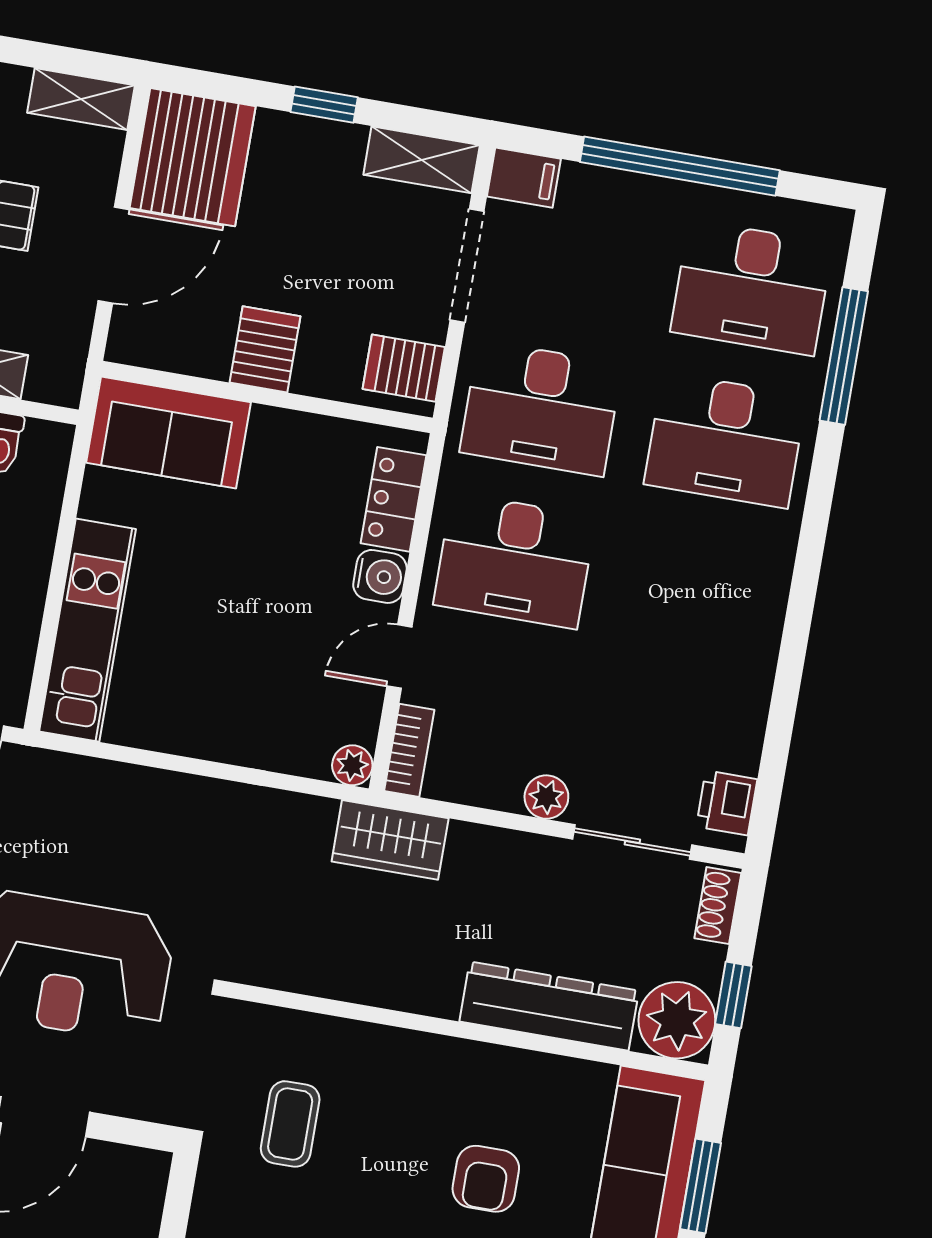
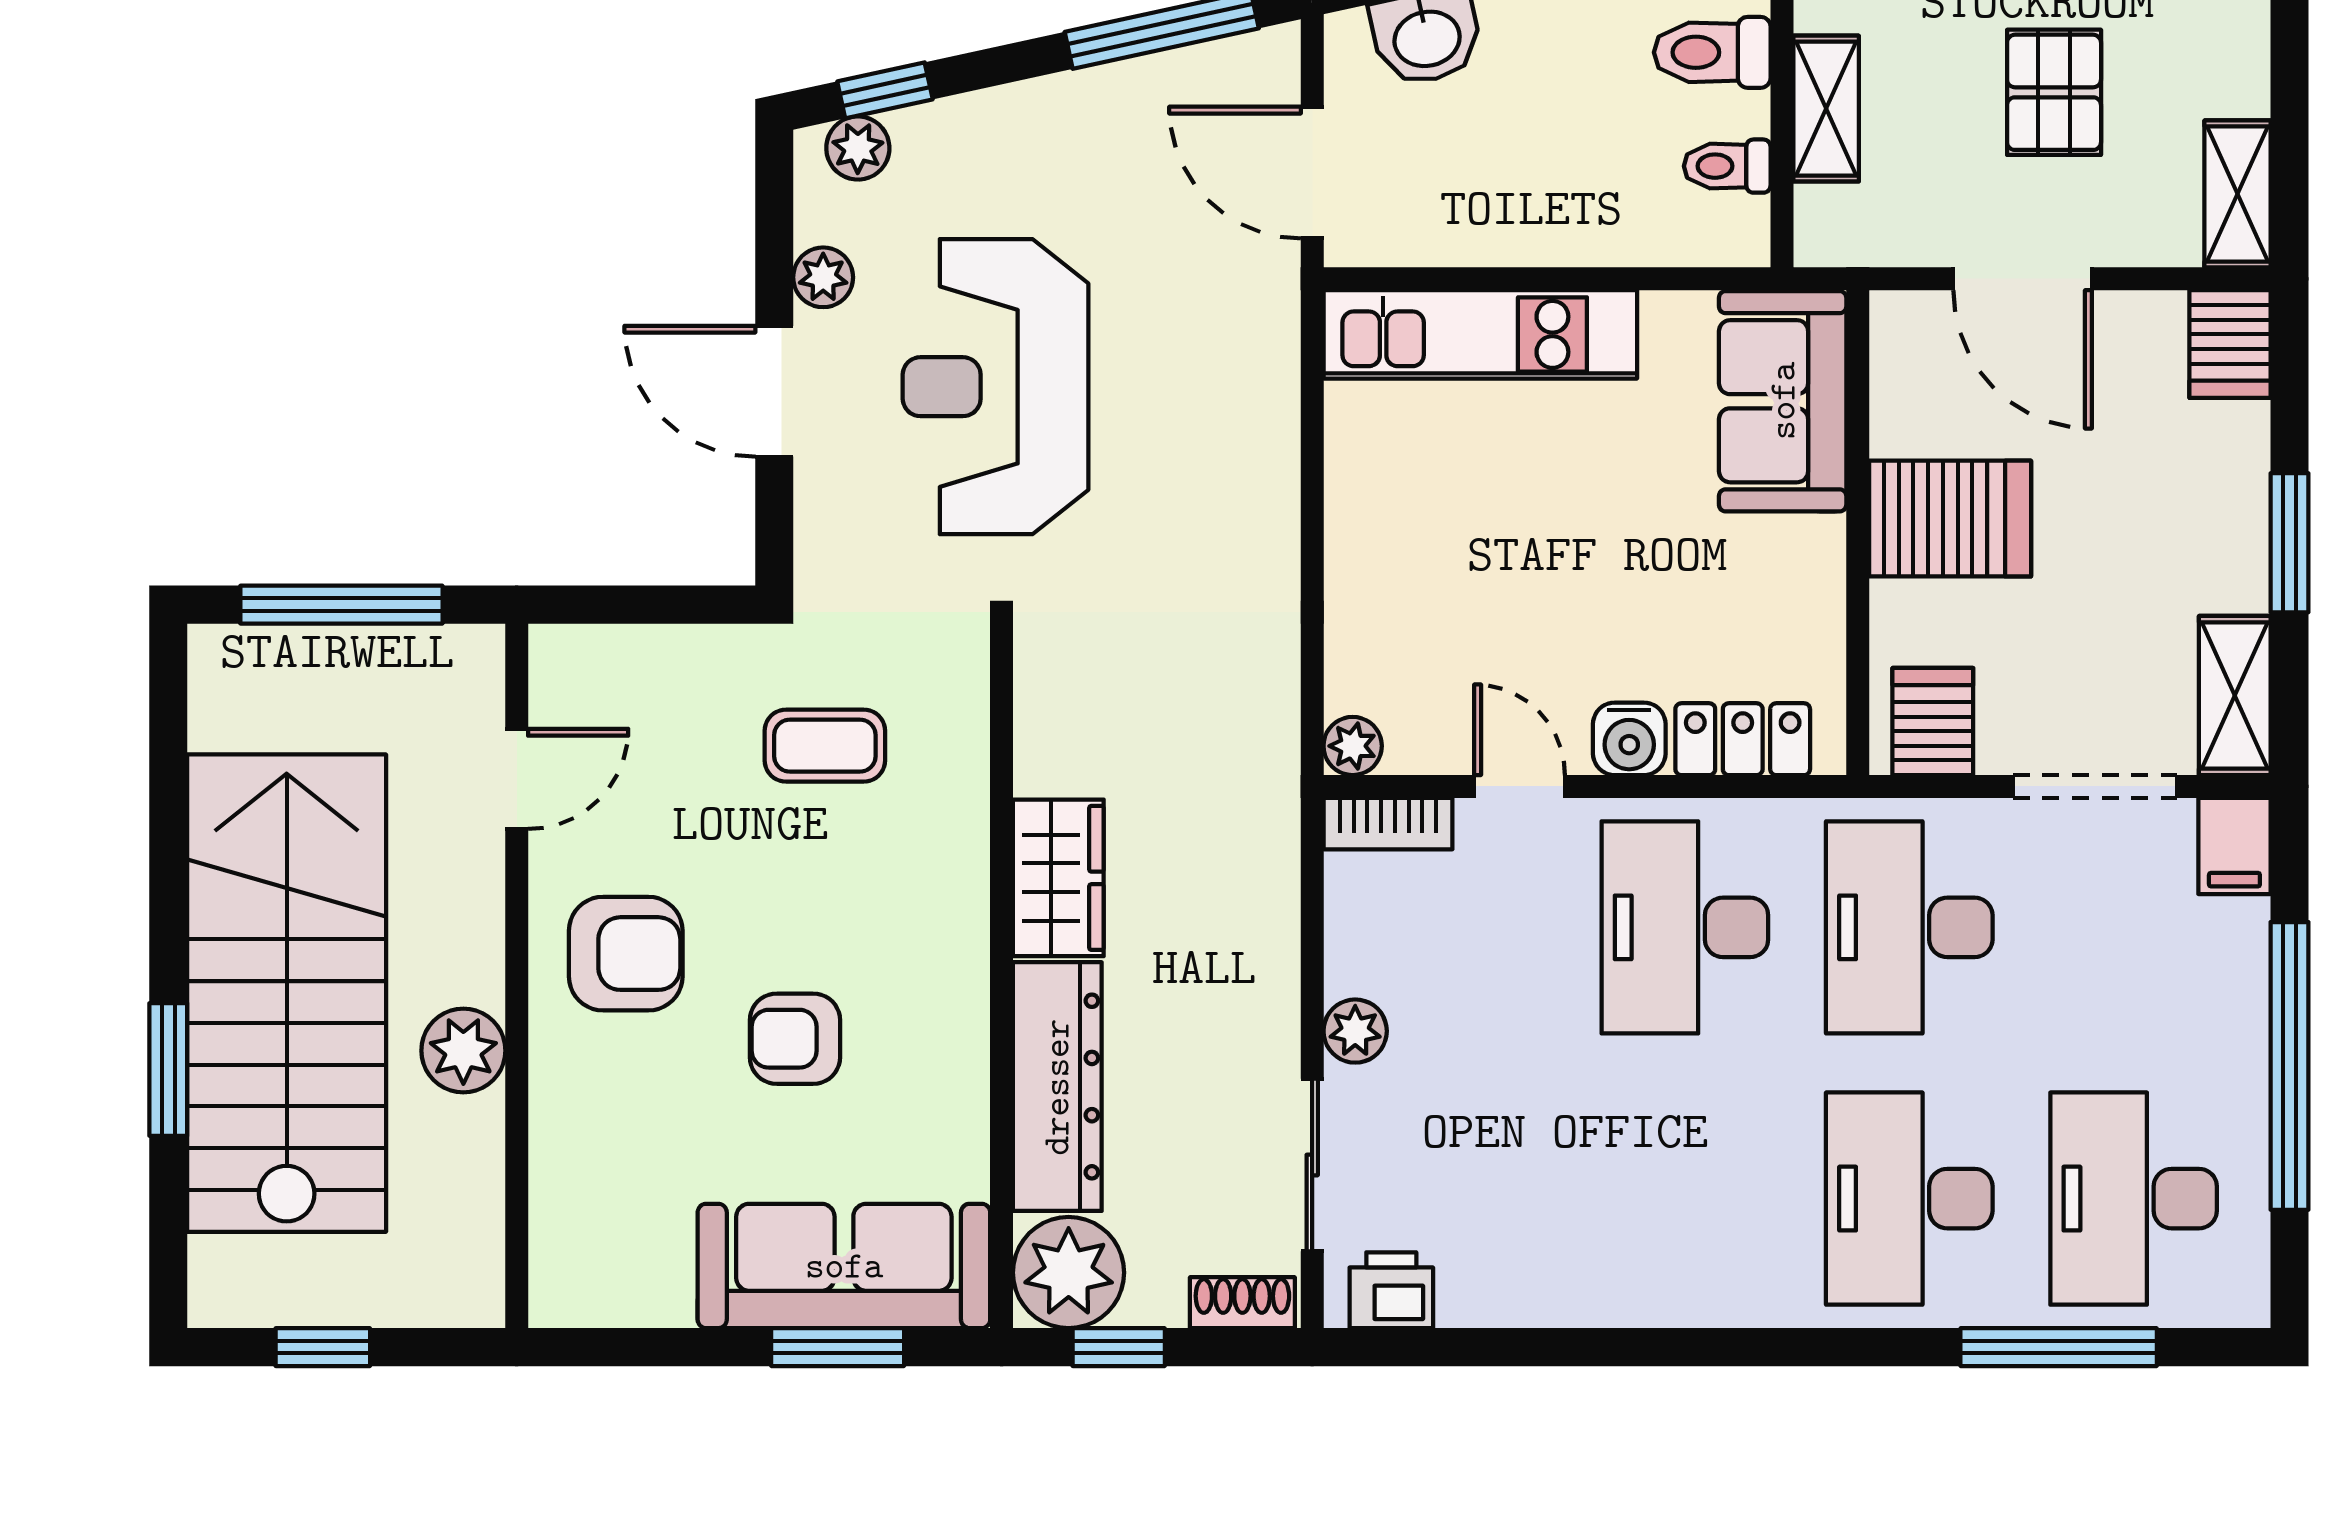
window: (324, 105) -> (2289, 543), width x1.50
server rack: (193, 157) -> (2230, 344), width x0.46, depth x0.70
server rack: (265, 349) -> (1950, 519), width x1.36, depth x1.44
wardrobe: (390, 840) -> (1058, 878), moved, turned 180

